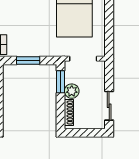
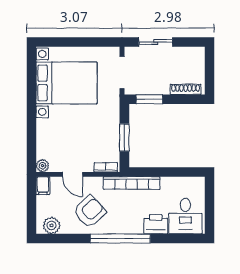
plant: (72, 91) -> (160, 86), removed
sliding door: (109, 106) -> (156, 42), moved

